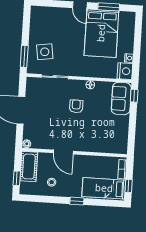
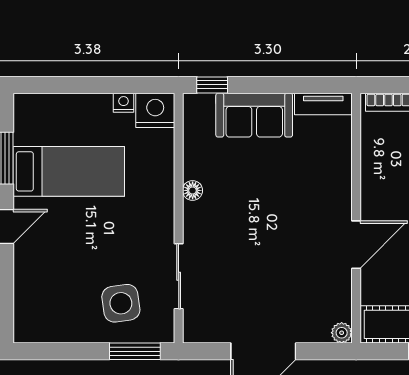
bed: (101, 33) -> (69, 171), width x0.67
sofa: (121, 99) -> (254, 115), moved
armchair: (76, 106) -> (246, 221), removed
tv unit: (123, 142) -> (323, 104), added

